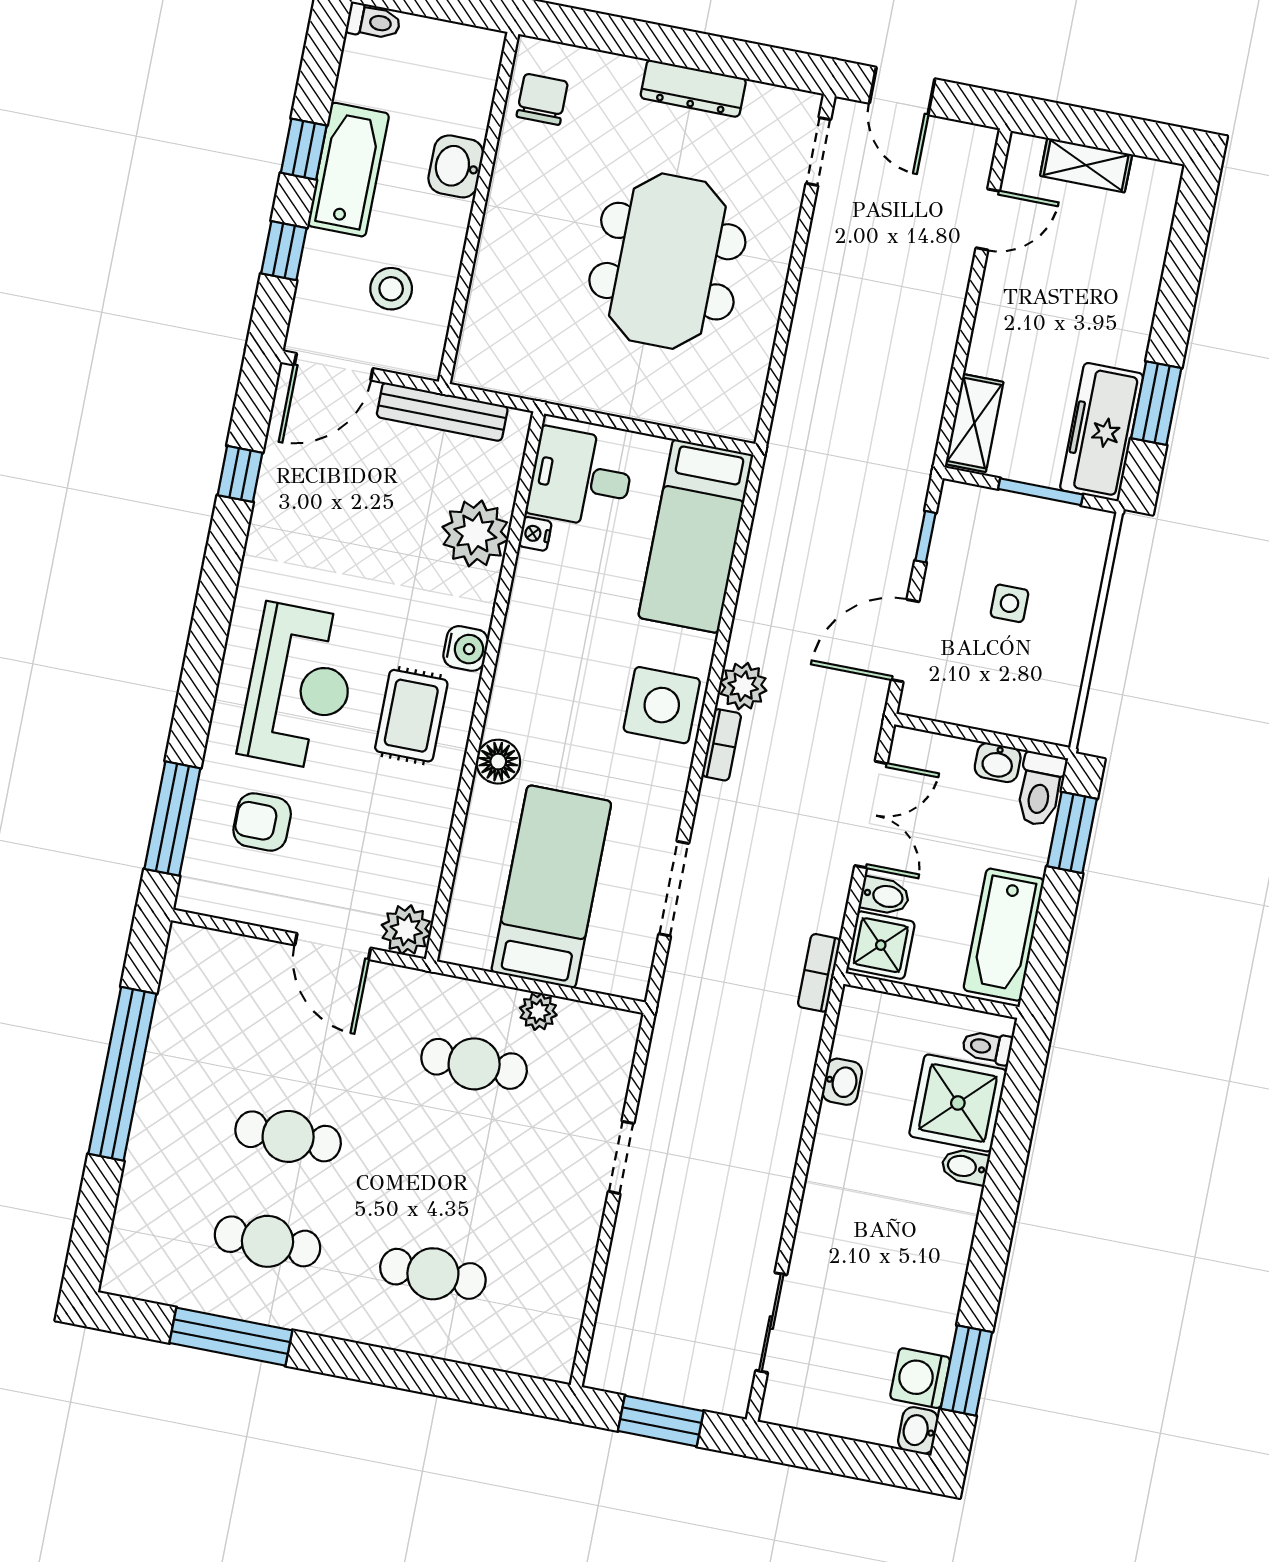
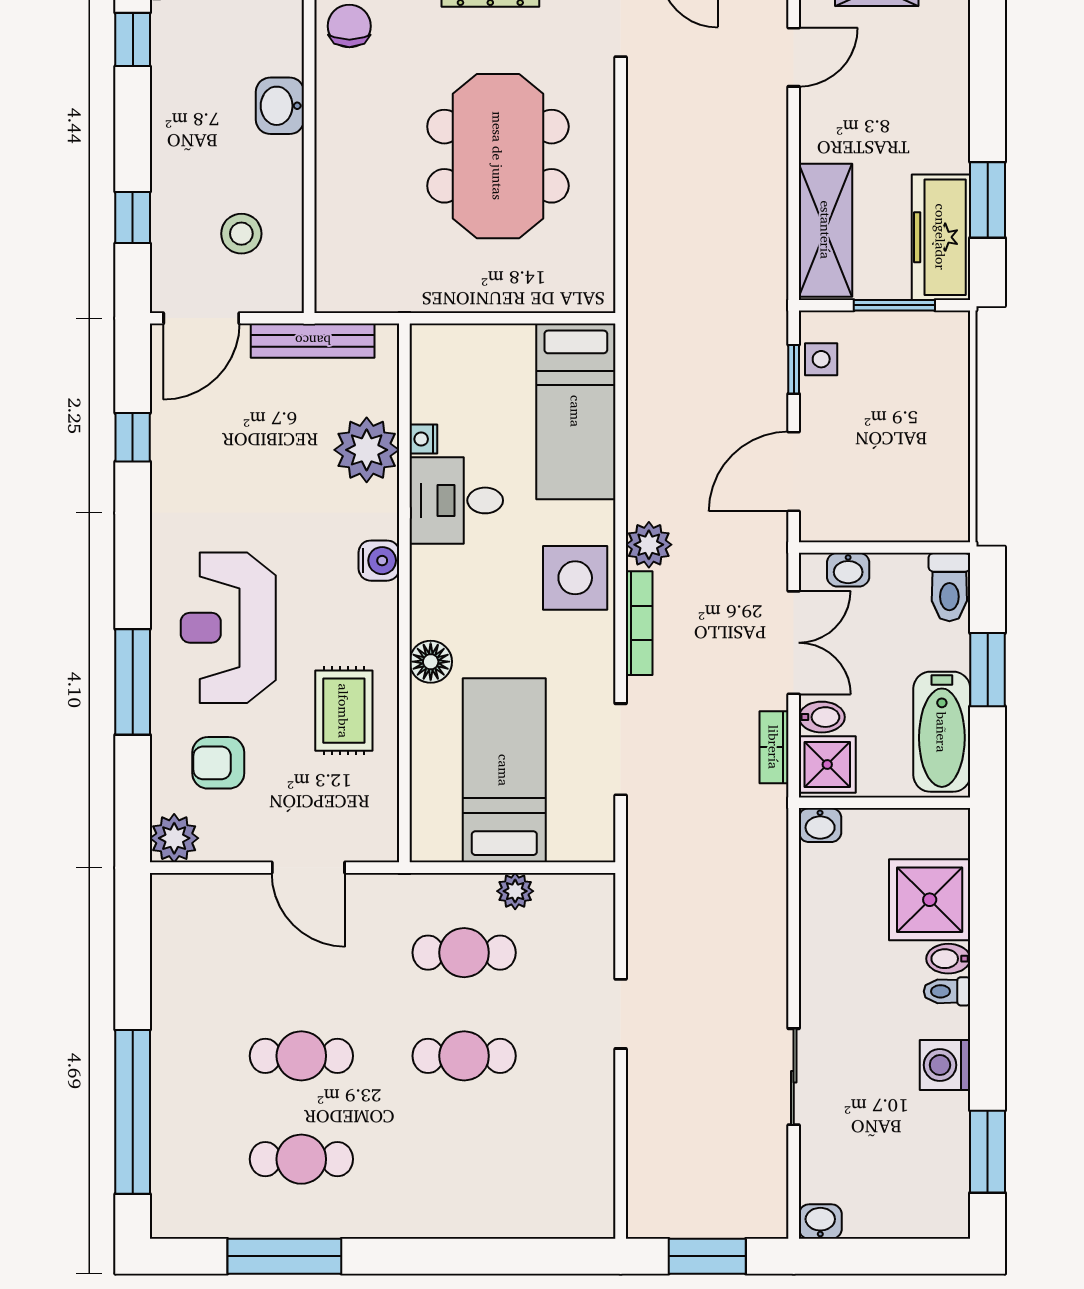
window: (304, 149) -> (133, 39), moved
bathtub: (348, 170) -> (179, 129), removed
shelving: (974, 423) -> (826, 230), width x1.50, depth x1.33
desk: (581, 478) -> (456, 500), moved
side table: (1009, 603) -> (821, 359), moved
reception desk: (299, 687) -> (228, 628), turned 180
rug: (411, 716) -> (344, 711), moved
bookcase: (721, 745) -> (639, 623), width x1.56
washbasin: (998, 762) -> (848, 570), moved
window: (172, 819) -> (133, 682), moved
window: (1072, 832) -> (988, 670), moved
plant: (406, 930) -> (174, 838), moved
bookcase: (819, 973) -> (774, 747), moved
toilet: (987, 1047) -> (947, 991), moved
window: (122, 1074) -> (133, 1112), moved
washbasin: (842, 1082) -> (820, 825), moved, turned 90
cafe table: (433, 1274) -> (464, 1056), moved
sliding door: (771, 1323) -> (794, 1077), moved
washing machine: (920, 1378) -> (945, 1065), moved
washbasin: (918, 1431) -> (820, 1222), moved, turned 90

